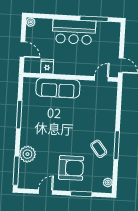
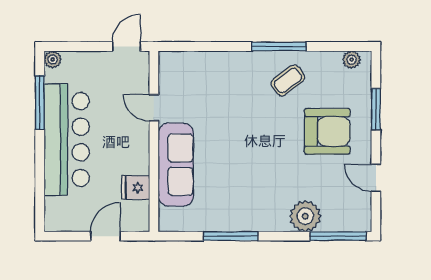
plant: (31, 22) -> (53, 59), moved
bar counter: (74, 32) -> (67, 140), width x1.36
door: (101, 79) -> (154, 108), moved
armchair: (71, 168) -> (327, 131), turned 90

